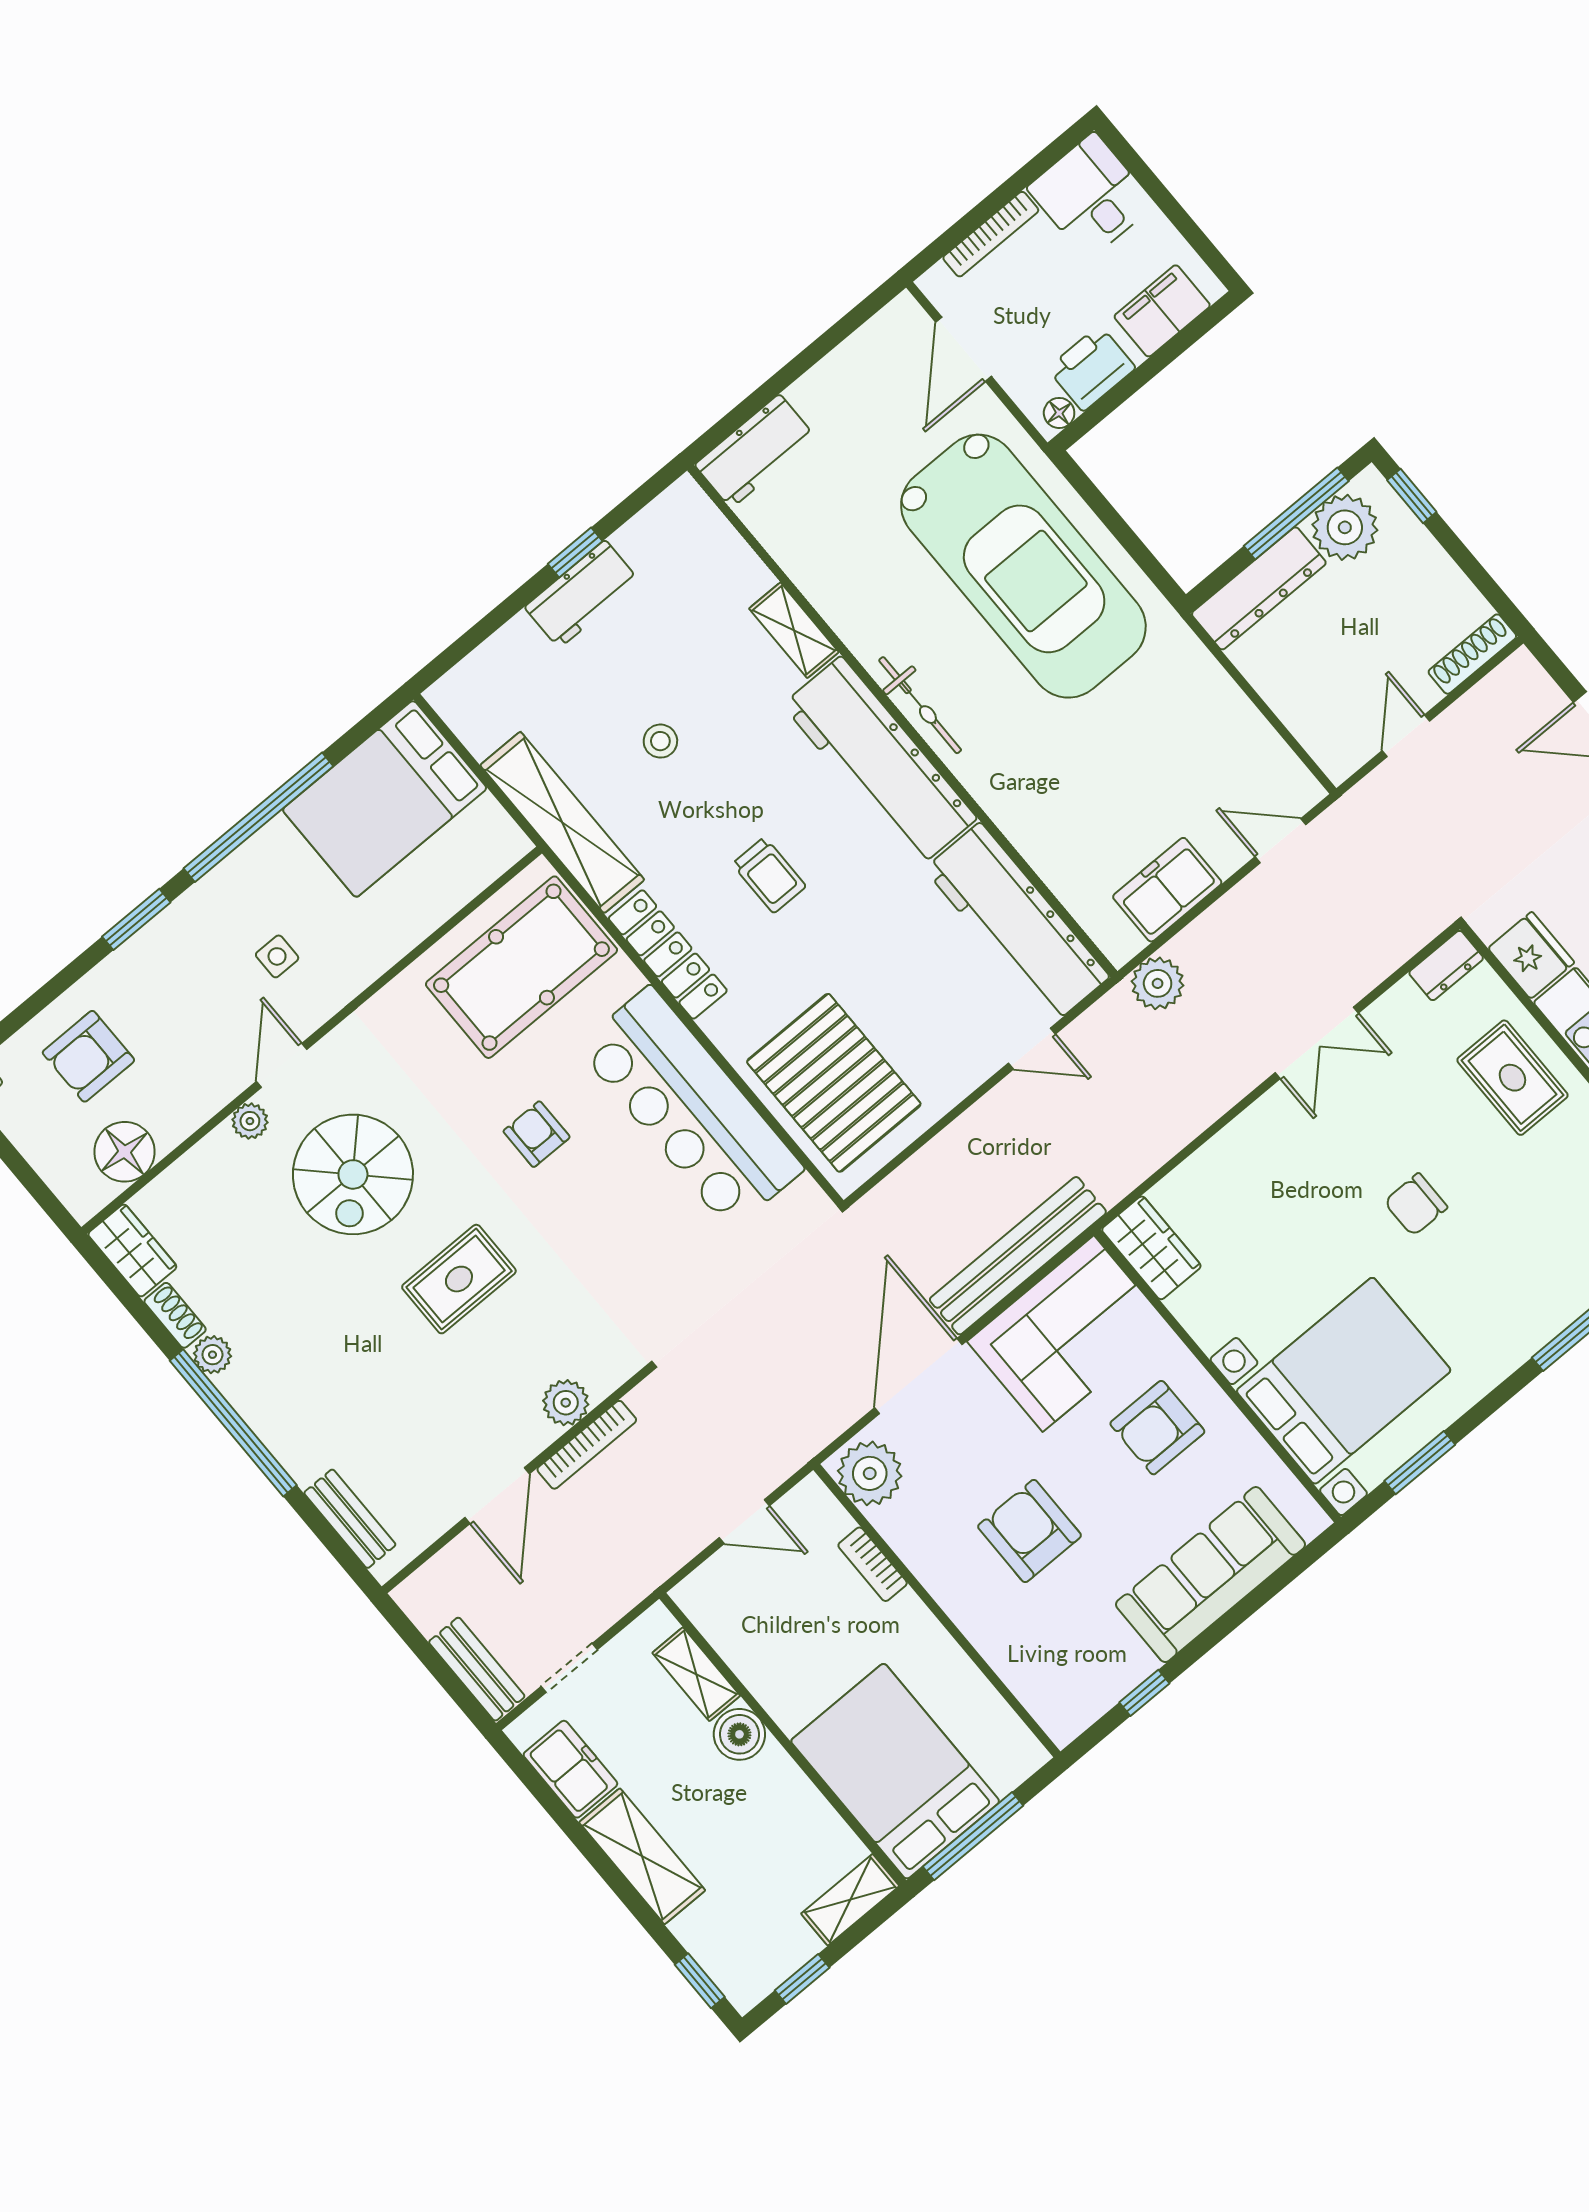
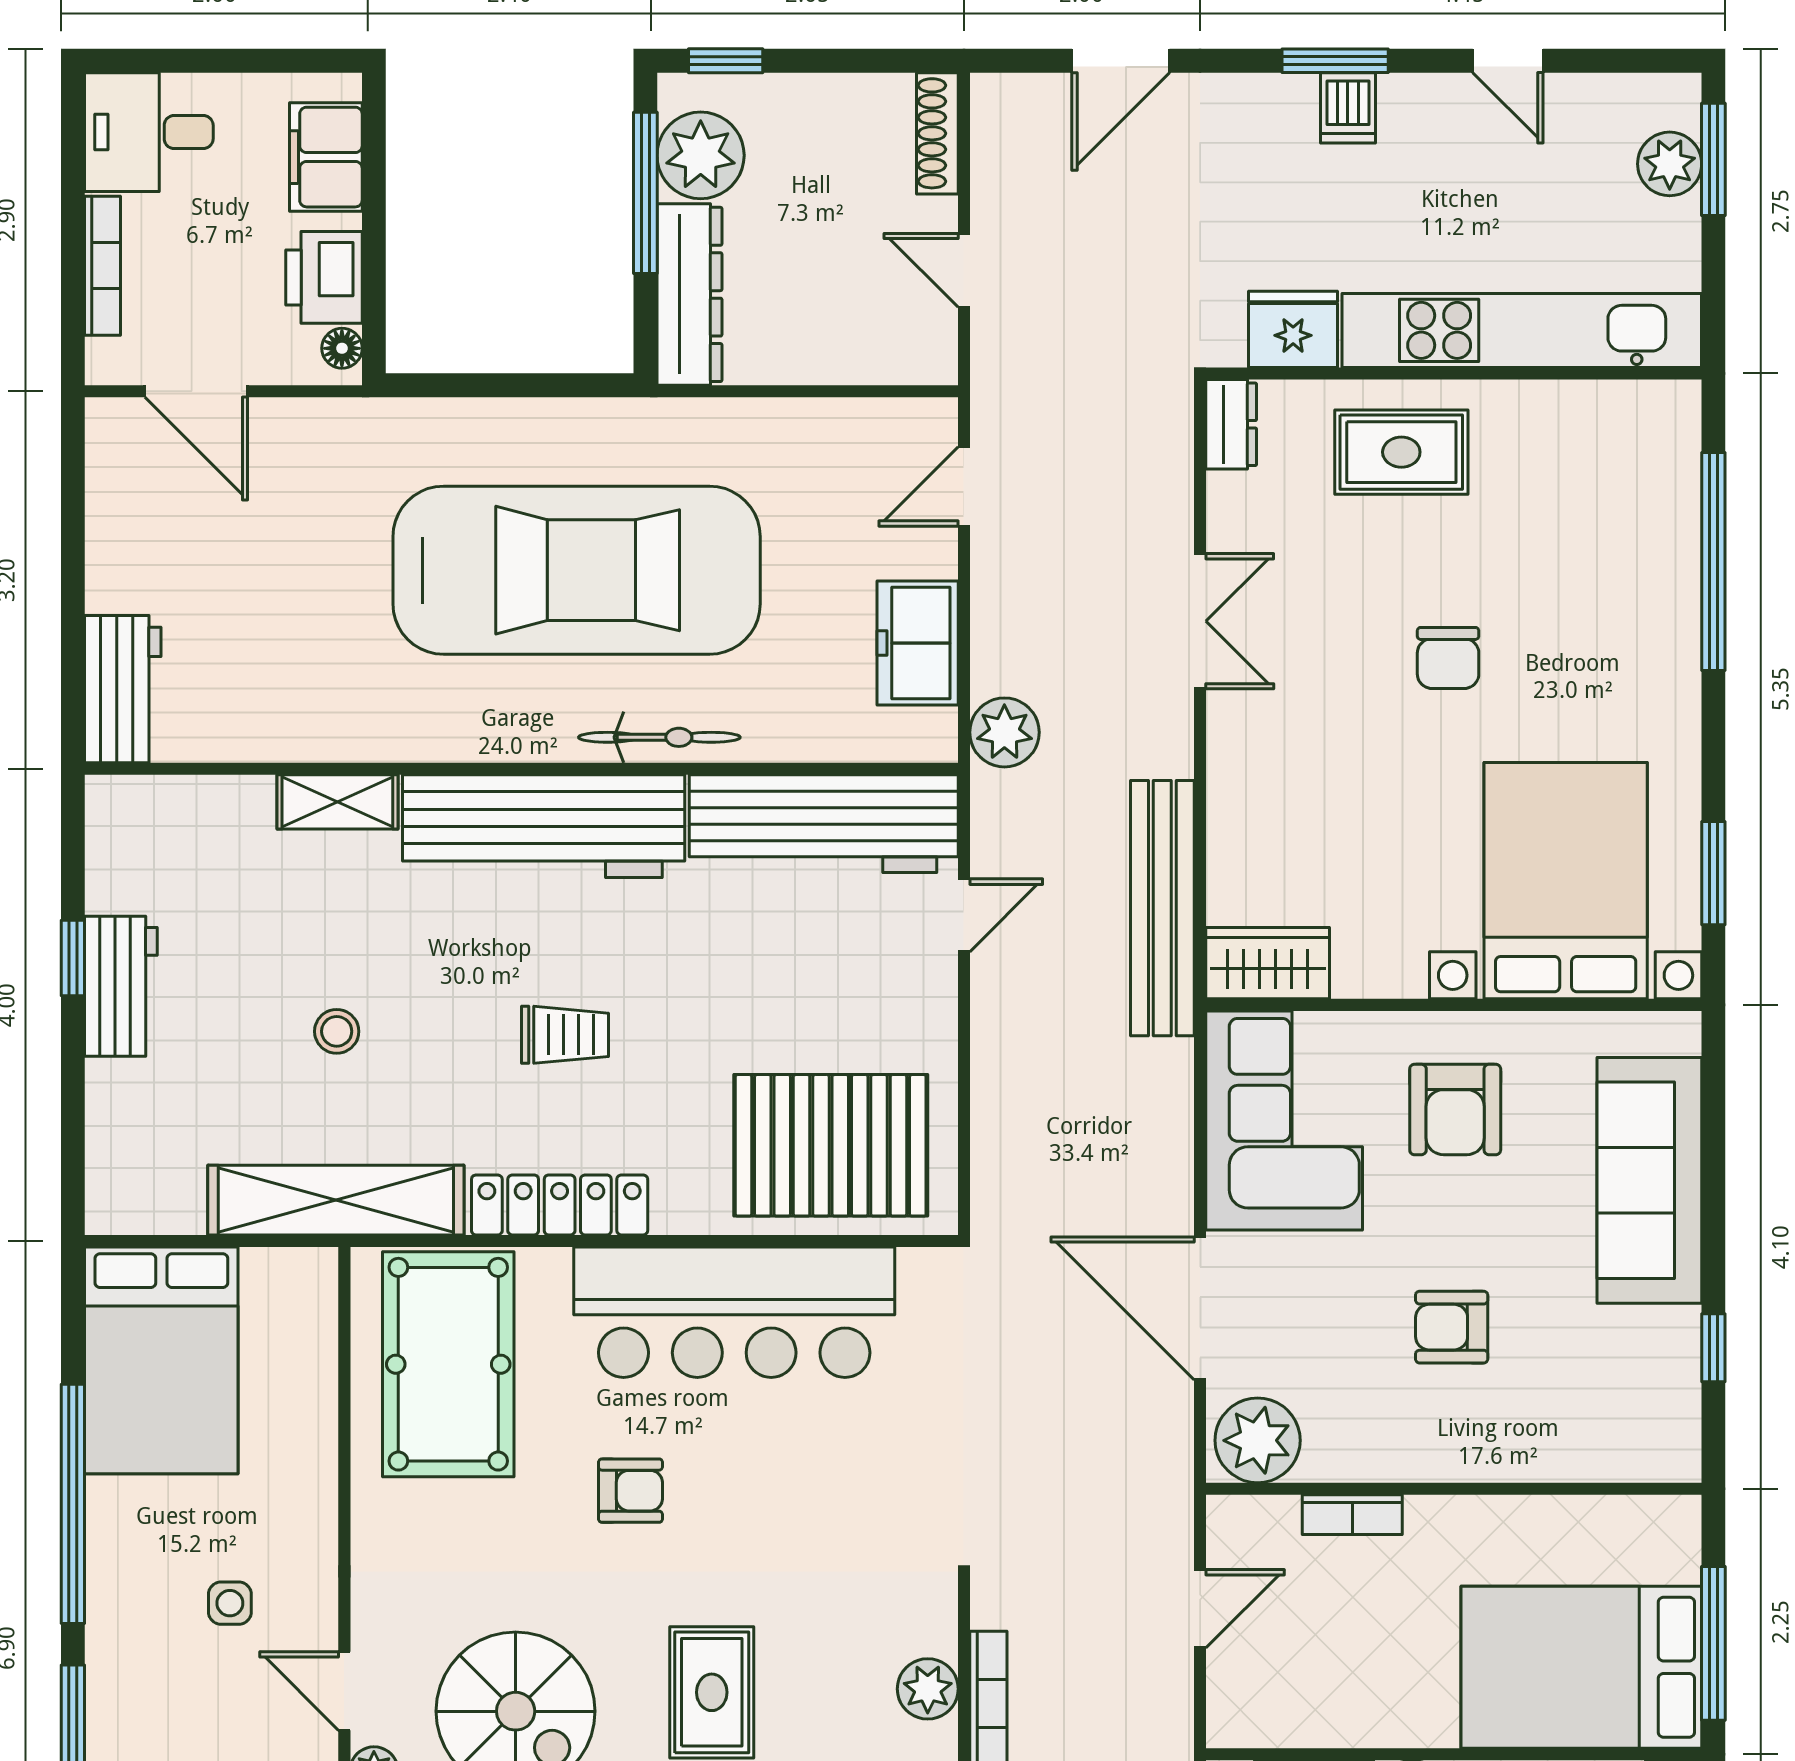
car: (1023, 566) -> (577, 570), moved
bicycle: (920, 705) -> (659, 737), moved
armchair: (537, 1134) -> (630, 1491), turned 180
bench: (1018, 1256) -> (1162, 908), moved
armchair: (1029, 1531) -> (1452, 1327), width x0.72, depth x0.72

